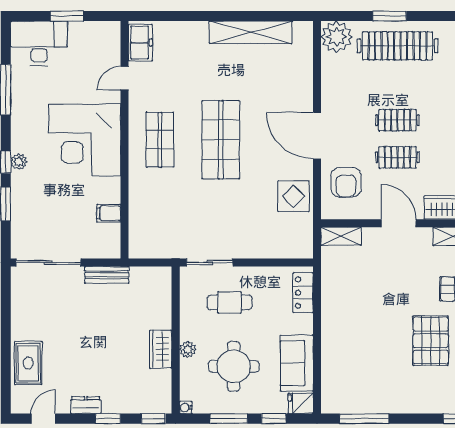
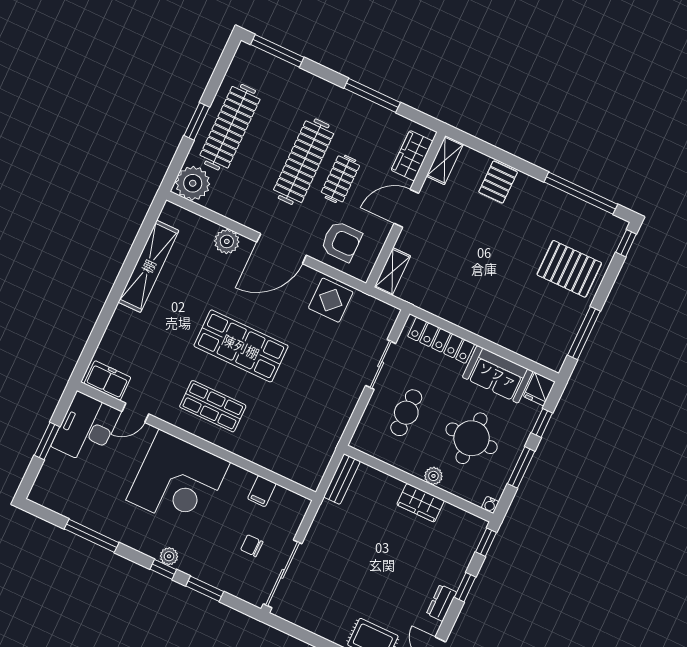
desk: (39, 43) -> (86, 429), moved
door: (125, 78) -> (135, 413), hinge flipped
plant: (302, 88) -> (227, 241), added
clothes rail: (397, 120) -> (304, 162), width x1.86, depth x1.31
chair: (60, 226) -> (252, 546), added
sliding door: (210, 263) -> (381, 364), moved
bench: (107, 275) -> (342, 479), moved
locker: (303, 293) -> (441, 340), width x1.53
pallet: (431, 341) -> (569, 269), moved

